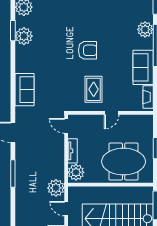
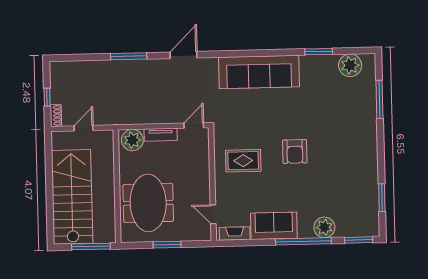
plant: (24, 36) -> (312, 66), removed
sofa: (25, 90) -> (259, 72), width x1.85, depth x1.27
door: (112, 113) -> (213, 214), moved
plant: (56, 188) -> (111, 114), removed

